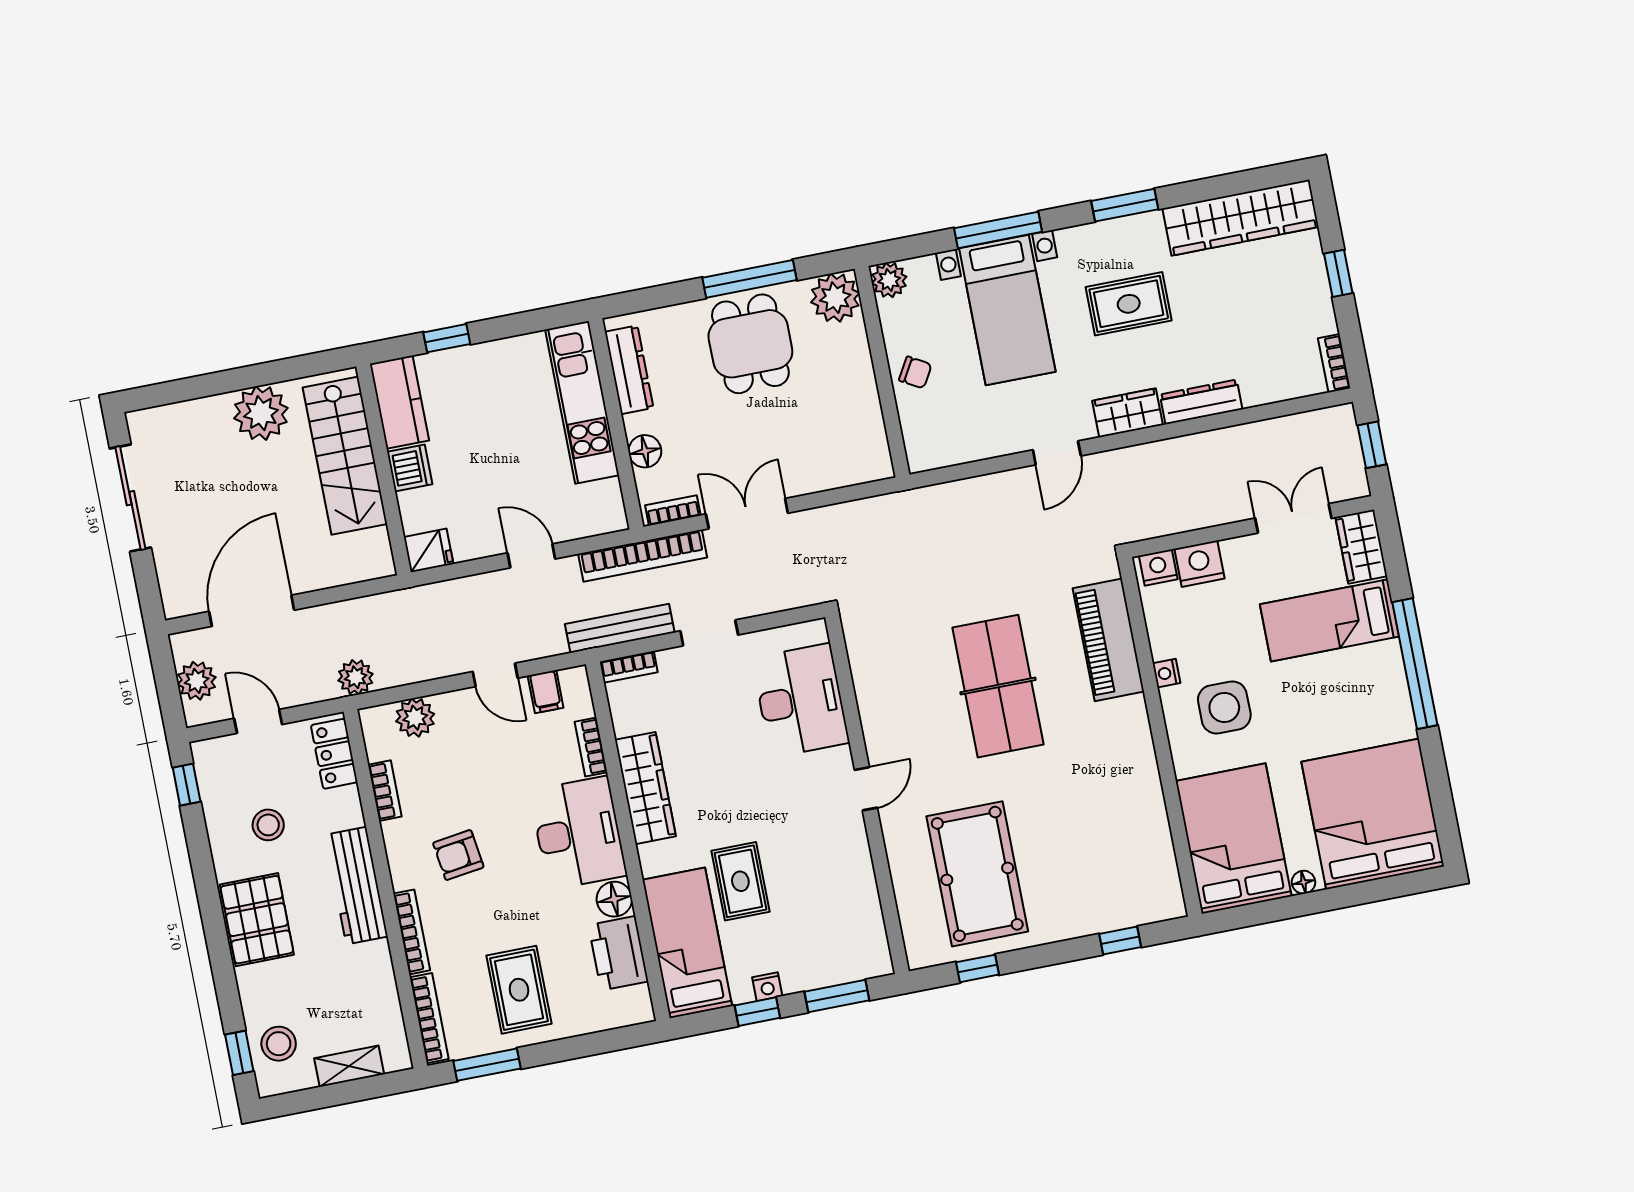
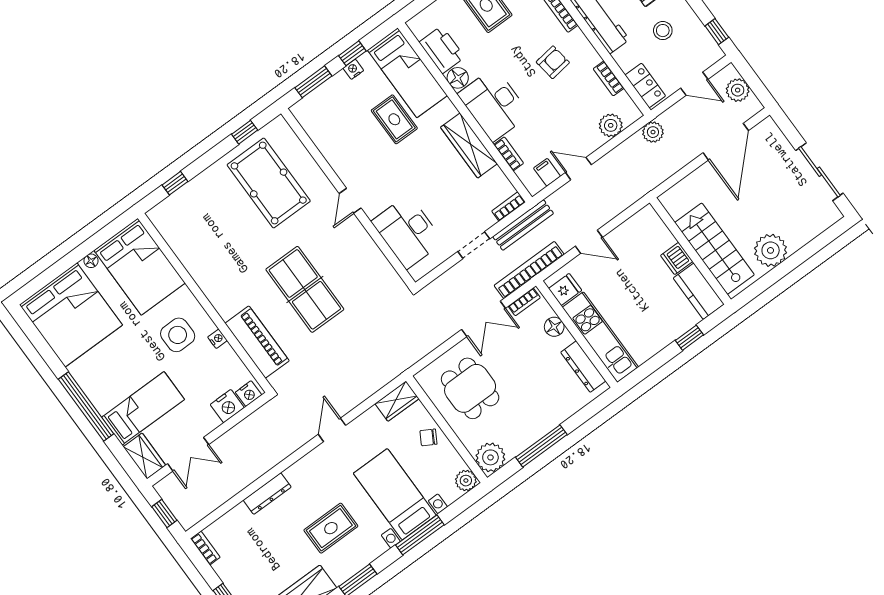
dining table: (750, 344) -> (470, 388), moved
wardrobe: (1128, 413) -> (397, 401), moved
fridge: (429, 550) -> (565, 289), moved, turned 180

